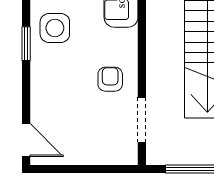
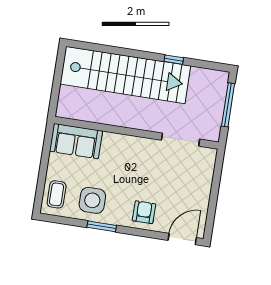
armchair: (110, 79) -> (144, 212), moved, turned 90

